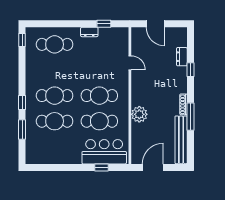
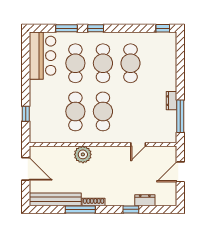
window: (104, 24) -> (180, 116), width x2.17
cafe table: (55, 44) -> (131, 63), moved
bar counter: (104, 152) -> (43, 56), moved

